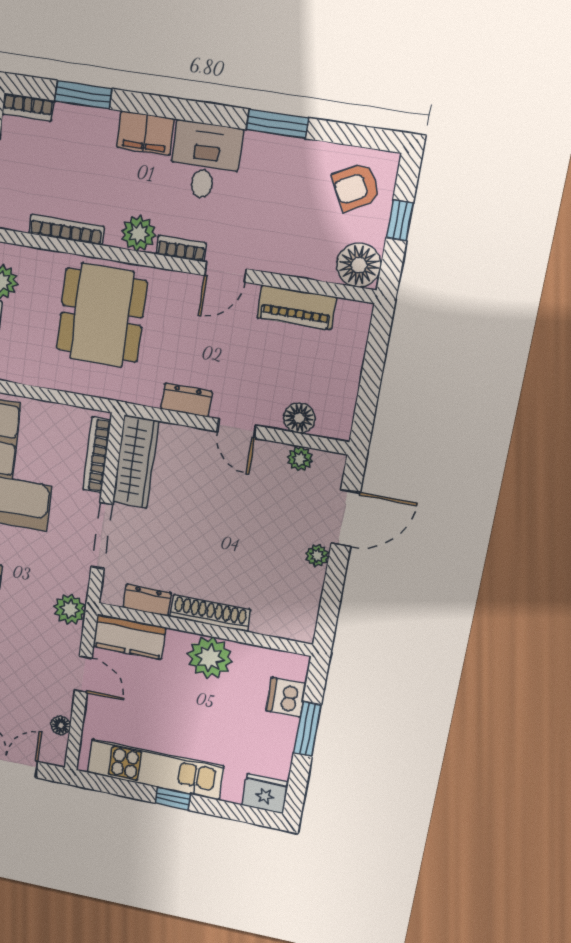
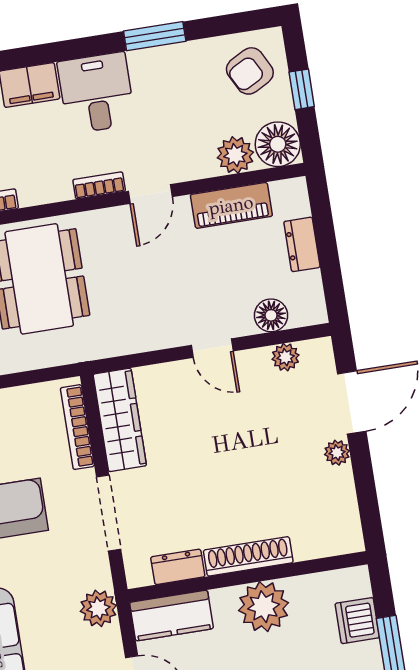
plant: (139, 233) -> (235, 155), moved
dresser: (187, 400) -> (302, 244), moved, turned -90

